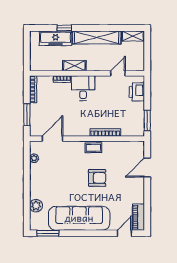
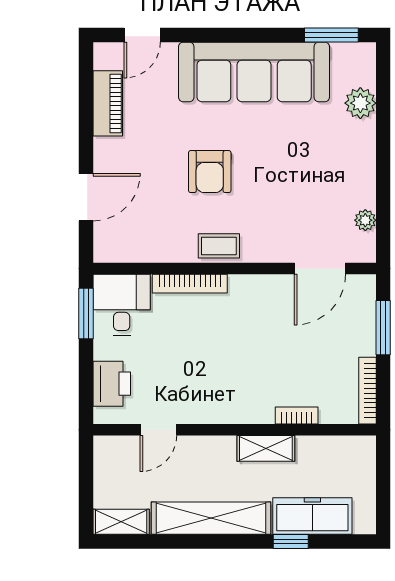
desk: (83, 88) -> (122, 305), moved, turned 180
armchair: (97, 178) -> (210, 172), turned -90
piano: (138, 217) -> (108, 103), moved

